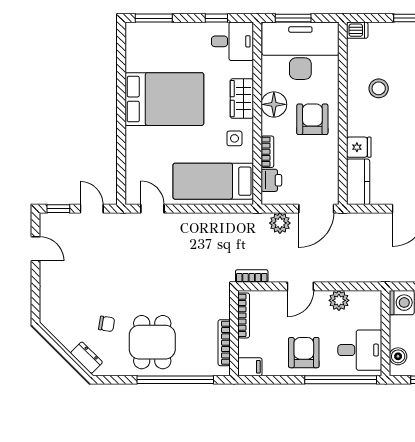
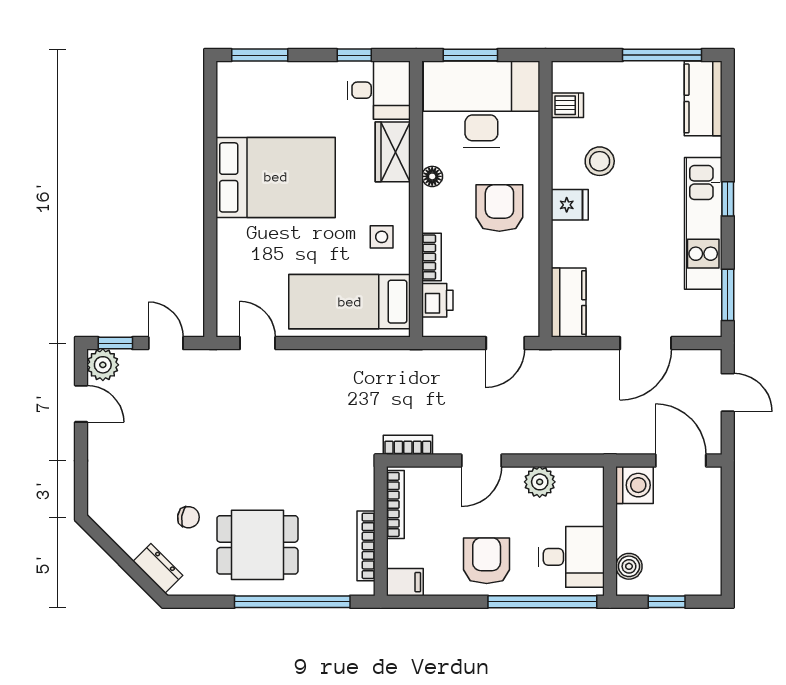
dishwasher: (357, 30) -> (567, 105), moved
wardrobe: (242, 99) -> (393, 152), moved
floor lamp: (274, 104) -> (432, 176), width x0.53, depth x0.53
fridge: (359, 147) -> (570, 205), moved
door: (316, 209) -> (505, 343), width x0.73
plant: (280, 223) -> (103, 365), moved
dining table: (152, 342) -> (257, 545), turned 90

